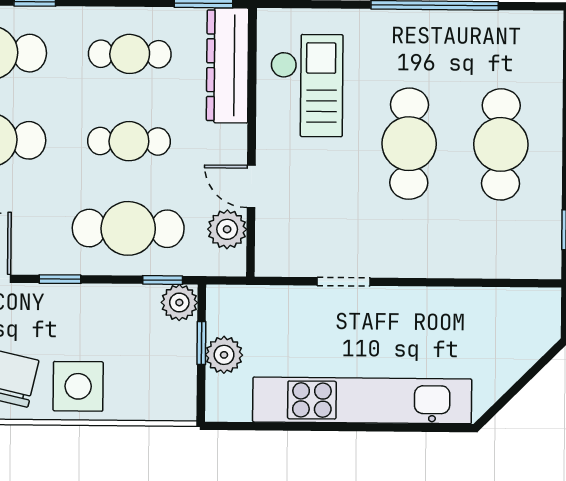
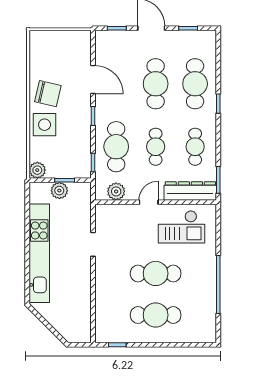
door: (251, 187) -> (149, 202), moved
plant: (179, 303) -> (37, 170), moved

